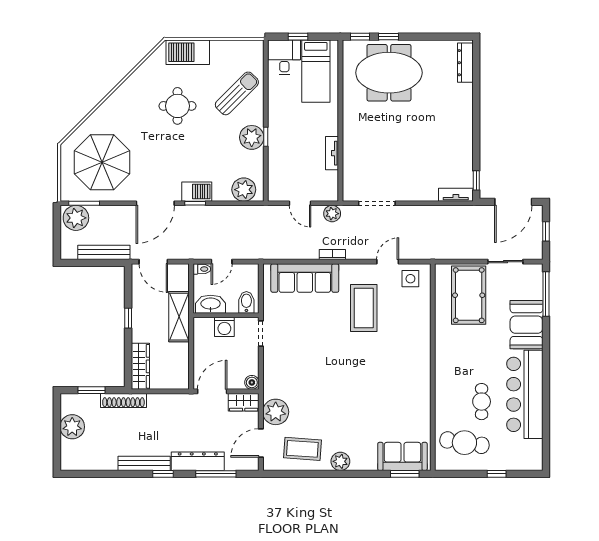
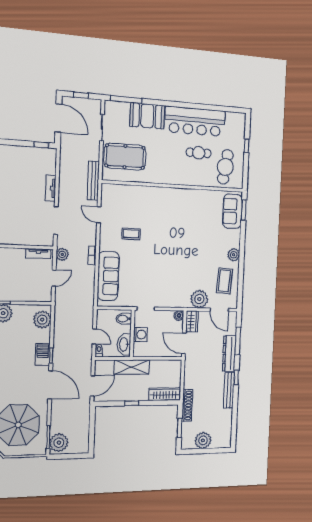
tv unit: (332, 153) -> (38, 254), moved
tv unit: (456, 195) -> (51, 188), moved
bench: (104, 252) -> (93, 181), moved
side table: (410, 279) -> (112, 199), removed
coffee table: (364, 308) -> (131, 234), width x0.54, depth x0.58

